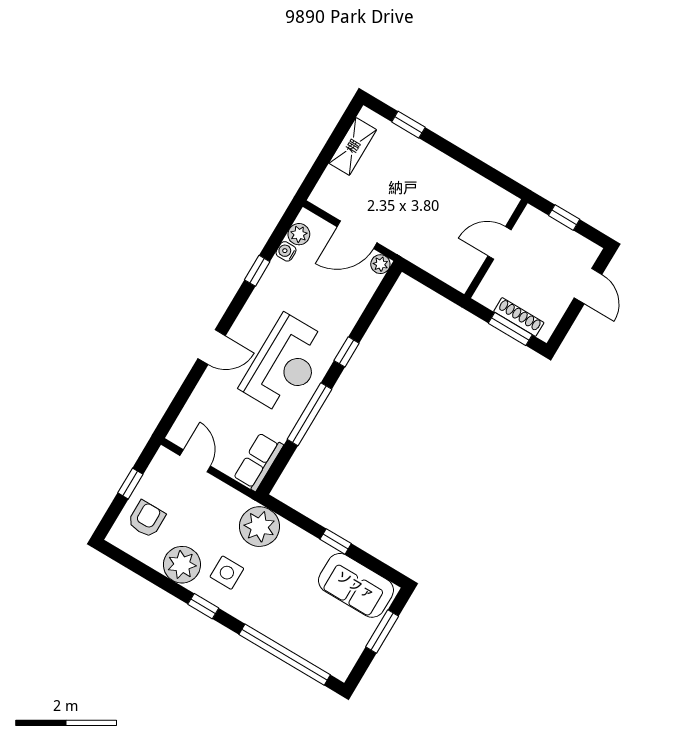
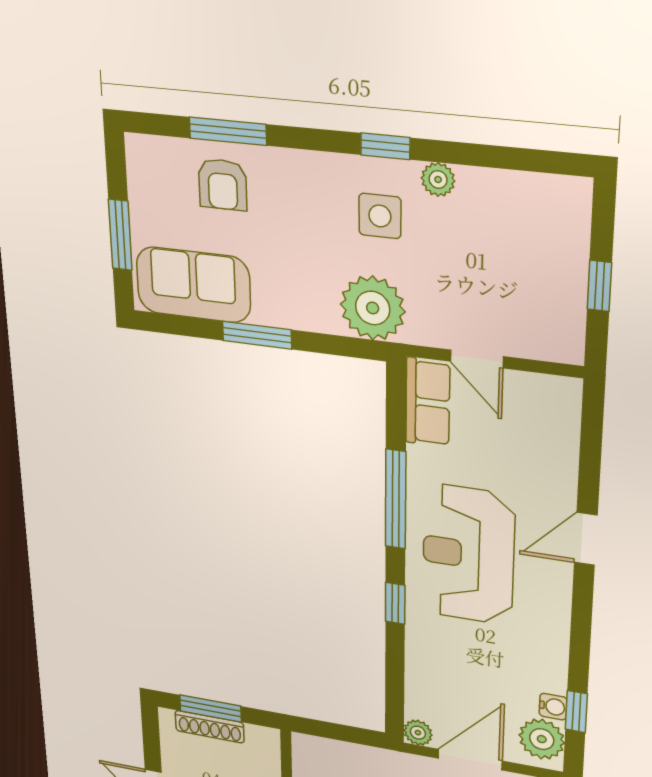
plant: (299, 234) -> (542, 739), width x1.38, depth x1.38
window: (257, 271) -> (576, 712), moved
door: (195, 461) -> (477, 359), moved
armchair: (146, 519) -> (223, 184), moved
window: (336, 541) -> (257, 335), width x1.50
plant: (182, 565) -> (438, 179), width x0.53, depth x0.53
window: (285, 655) -> (228, 131), width x0.47

